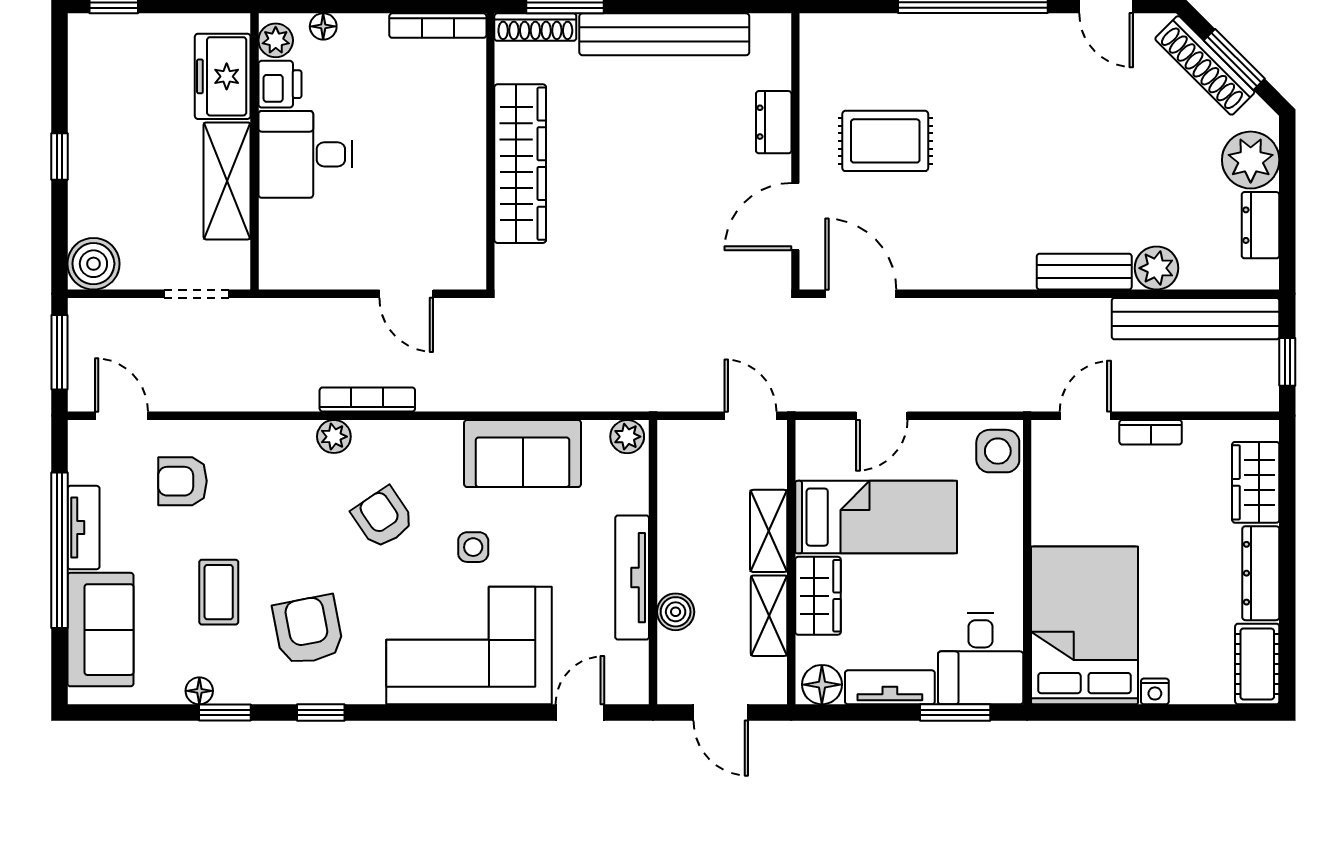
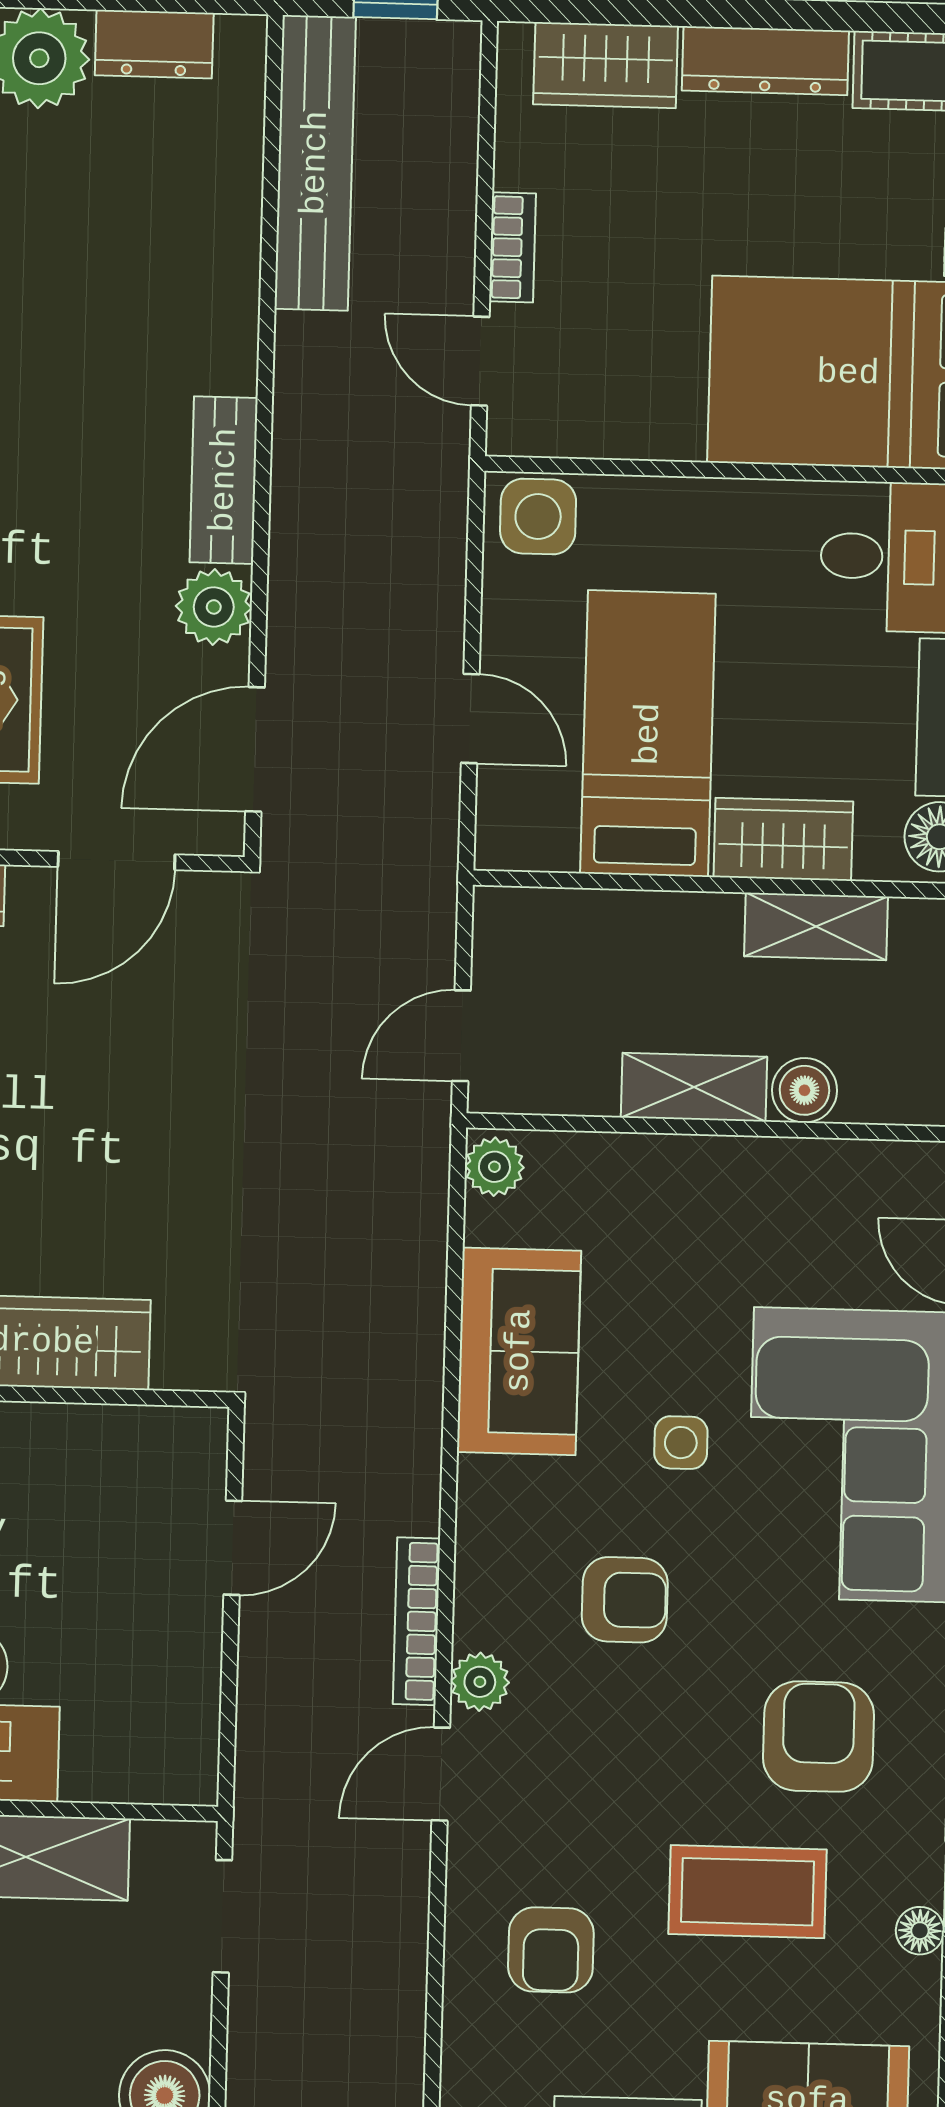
door: (795, 217) -> (116, 861), hinge flipped
plant: (1157, 268) -> (214, 607), moved
bench: (1084, 272) -> (224, 480), moved
door: (121, 416) -> (441, 1774), moved
door: (750, 416) -> (461, 1036), moved
armchair: (383, 518) -> (625, 1600), turned -146
shelving: (769, 531) -> (694, 1087), moved
tv unit: (632, 578) -> (742, 1165), removed
coffee table: (219, 592) -> (748, 1892), width x1.36, depth x1.30
armchair: (308, 630) -> (818, 1737), turned 101

